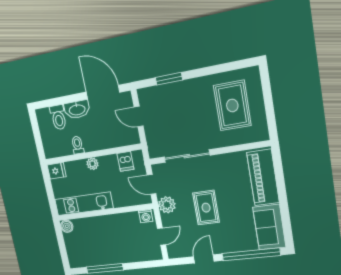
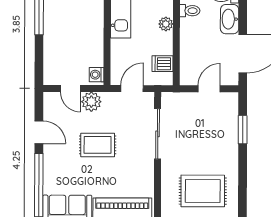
plant: (167, 205) -> (91, 102), moved

